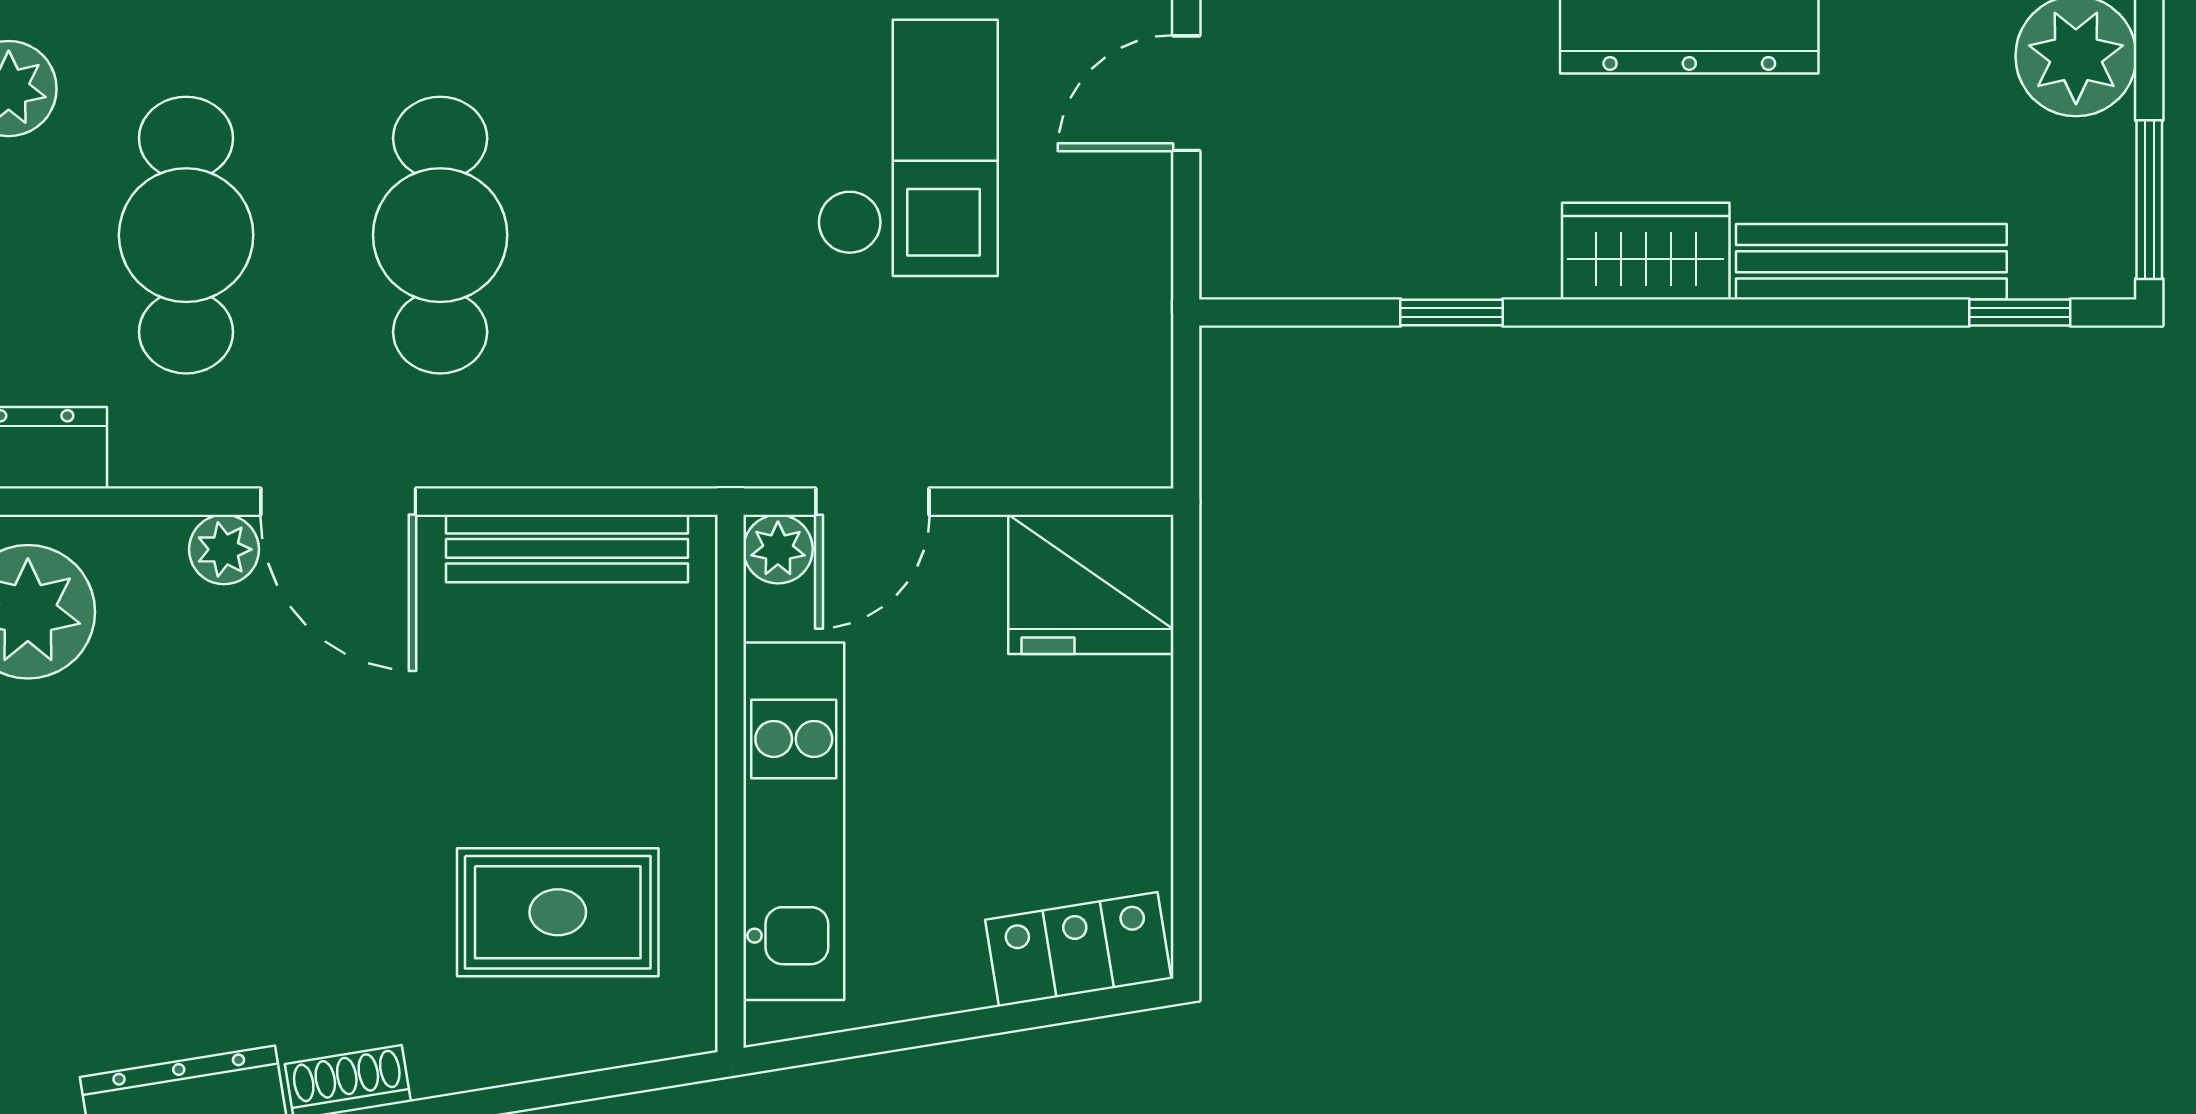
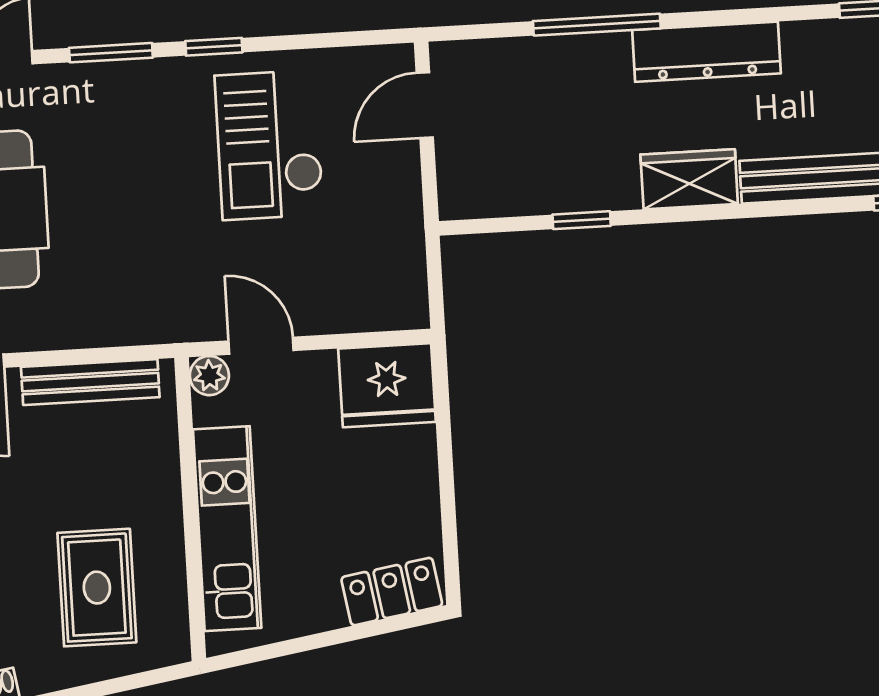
checkout: (907, 148) -> (269, 145), turned 180
door: (872, 502) -> (261, 346), swing flipped
rug: (558, 912) -> (97, 588), turned 90

